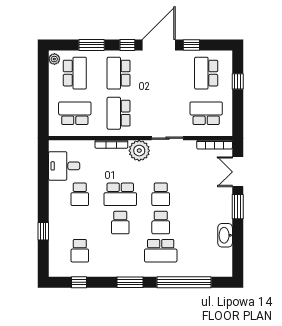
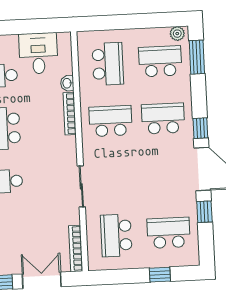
window: (92, 45) -> (197, 57), moved
school desk: (75, 73) -> (160, 61), turned 180
school desk: (206, 113) -> (116, 235), turned 180
washbasin: (88, 145) -> (67, 83), added
plant: (139, 151) -> (63, 150), removed

